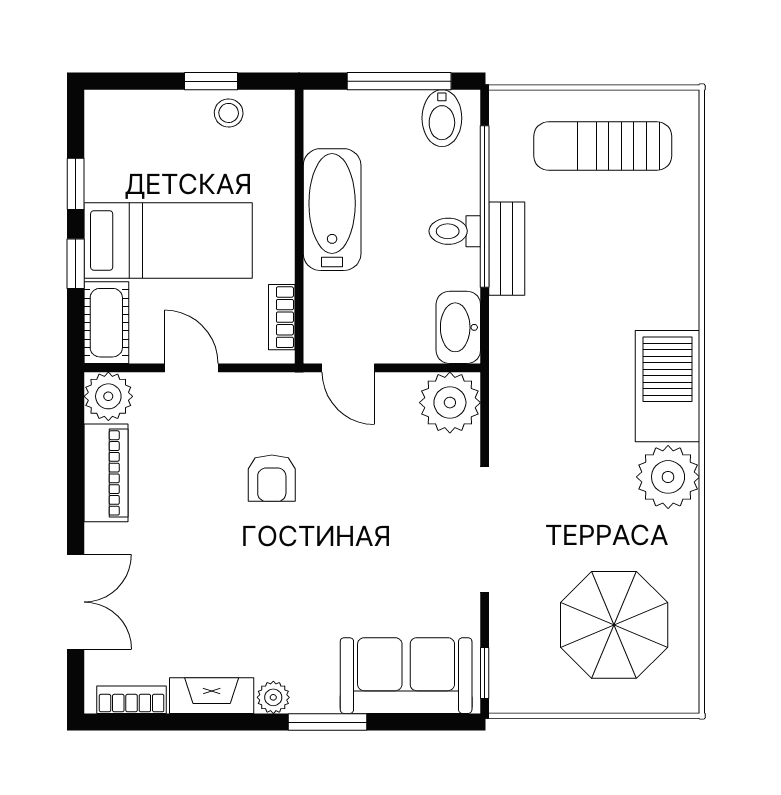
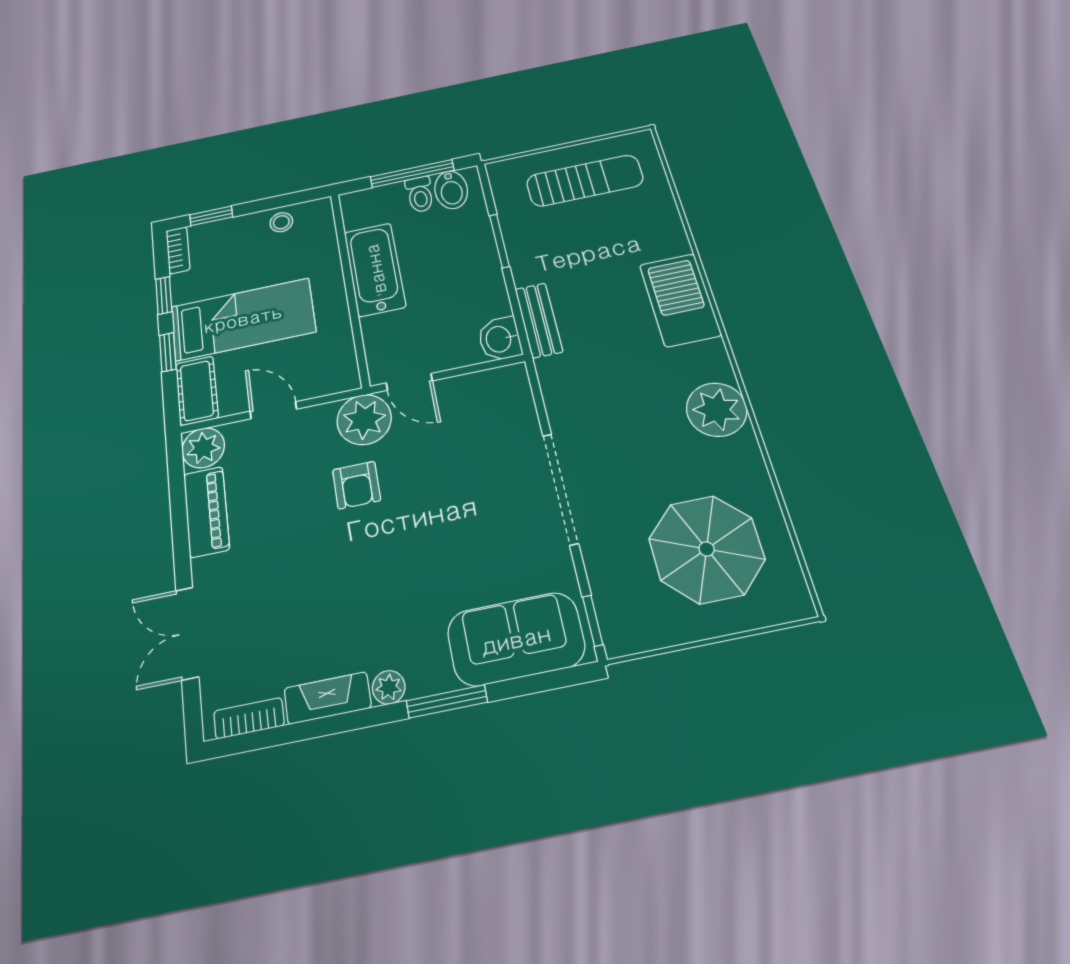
window: (211, 81) -> (211, 216), moved
sun lounger: (603, 146) -> (585, 181), turned 180
window: (485, 206) -> (499, 241), width x0.47
toilet: (455, 231) -> (420, 194), moved, turned -90
bench: (507, 249) -> (539, 320), moved
bookcase: (282, 317) -> (178, 250), moved, turned 180
washbasin: (458, 327) -> (500, 339), width x0.72
barbecue: (667, 386) -> (680, 300), moved
plant: (450, 403) -> (364, 419), moved
double door: (76, 602) -> (187, 633), swing flipped

